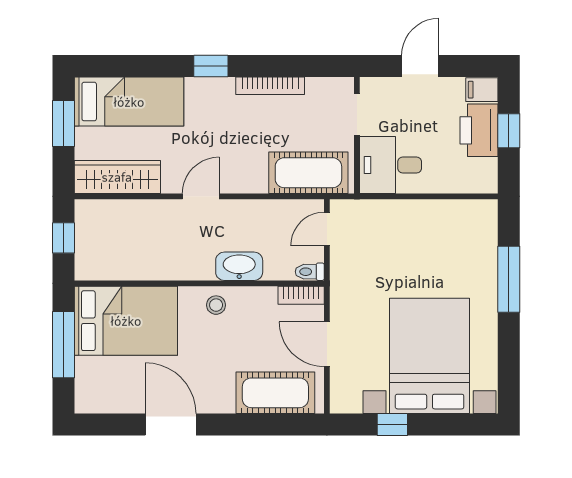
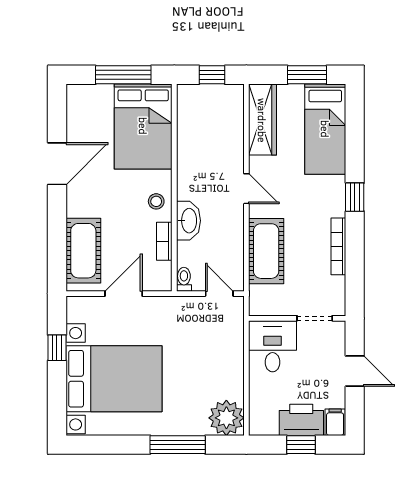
cot: (308, 173) -> (266, 251), moved
plant: (477, 221) -> (226, 418), added
bookcase: (301, 295) -> (164, 241), moved

